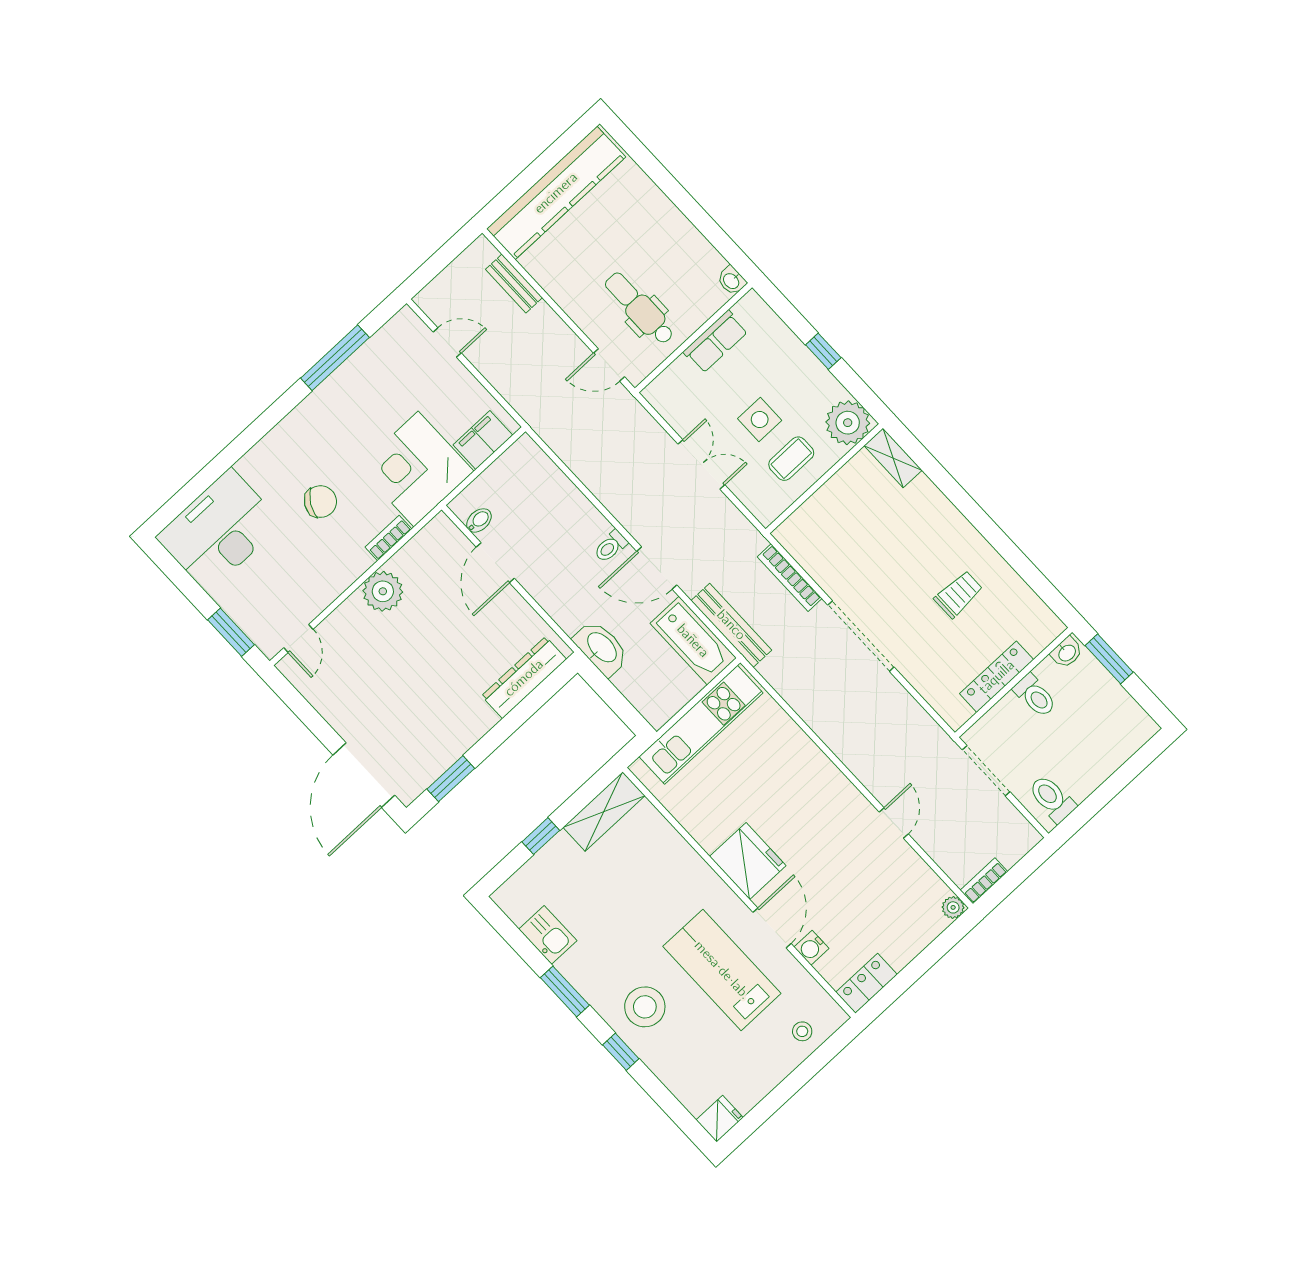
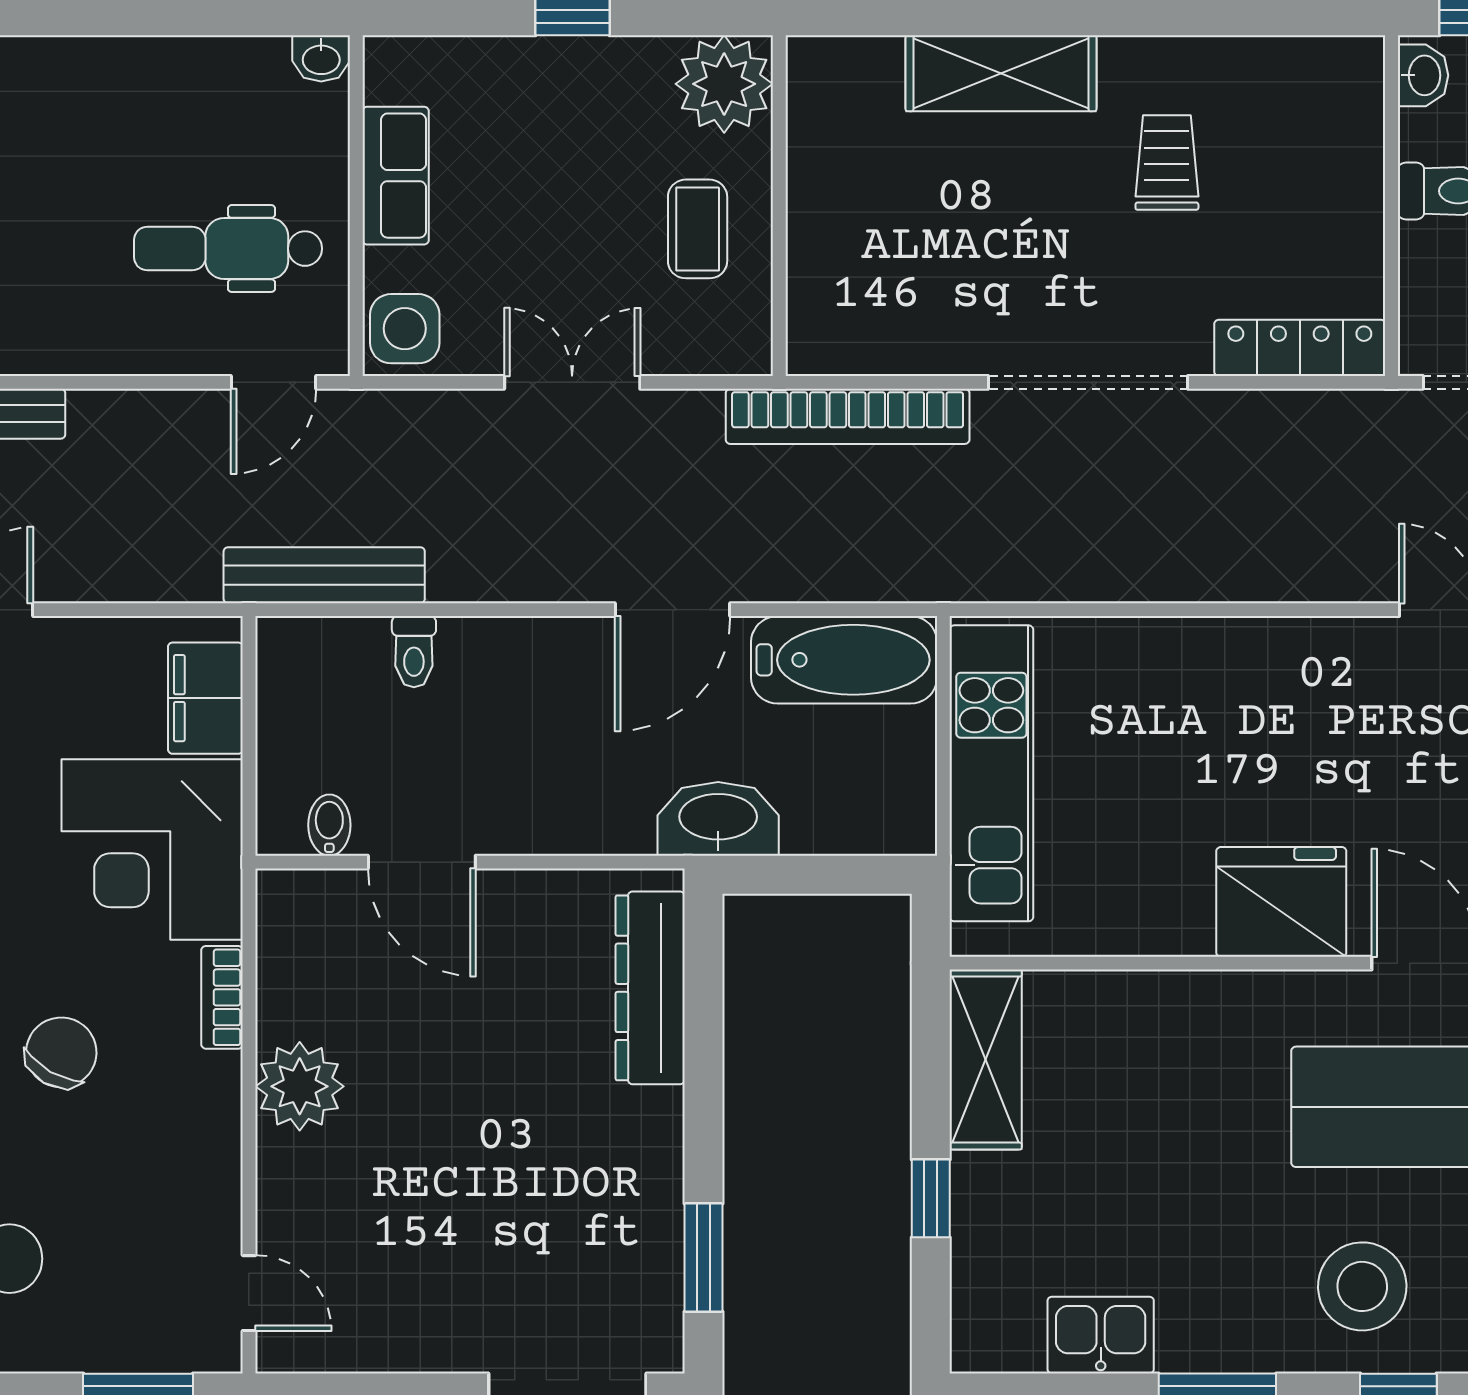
side table: (760, 420) -> (405, 329), moved
shelving: (893, 458) -> (1001, 73), moved, width x1.50, depth x1.33
toilet: (611, 546) -> (414, 652), moved
bookcase: (790, 578) -> (848, 416), width x1.48, depth x1.31
bench: (731, 625) -> (324, 575), moved
locker: (997, 677) -> (1300, 348), moved, turned 90

